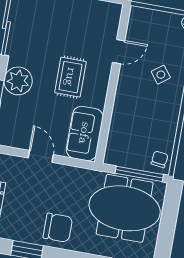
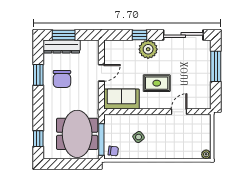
door: (119, 52) -> (179, 112), swing flipped
side table: (161, 75) -> (139, 137), moved
chair: (58, 228) -> (62, 79), moved

